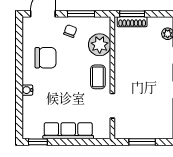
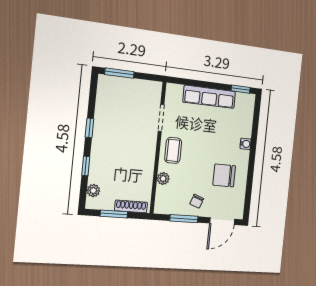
window: (132, 14) -> (114, 214), moved
plant: (100, 45) -> (163, 179), width x0.53, depth x0.53
window: (142, 142) -> (119, 73), moved

